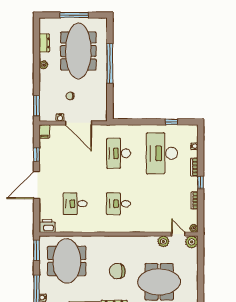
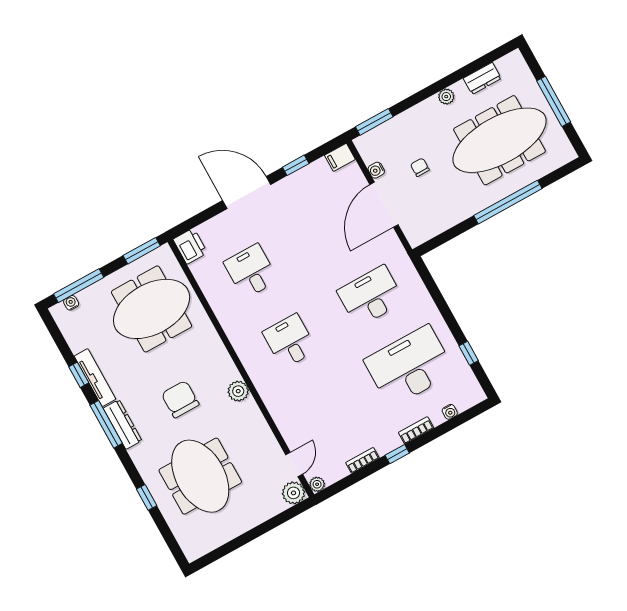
plant: (163, 241) -> (238, 391), moved

